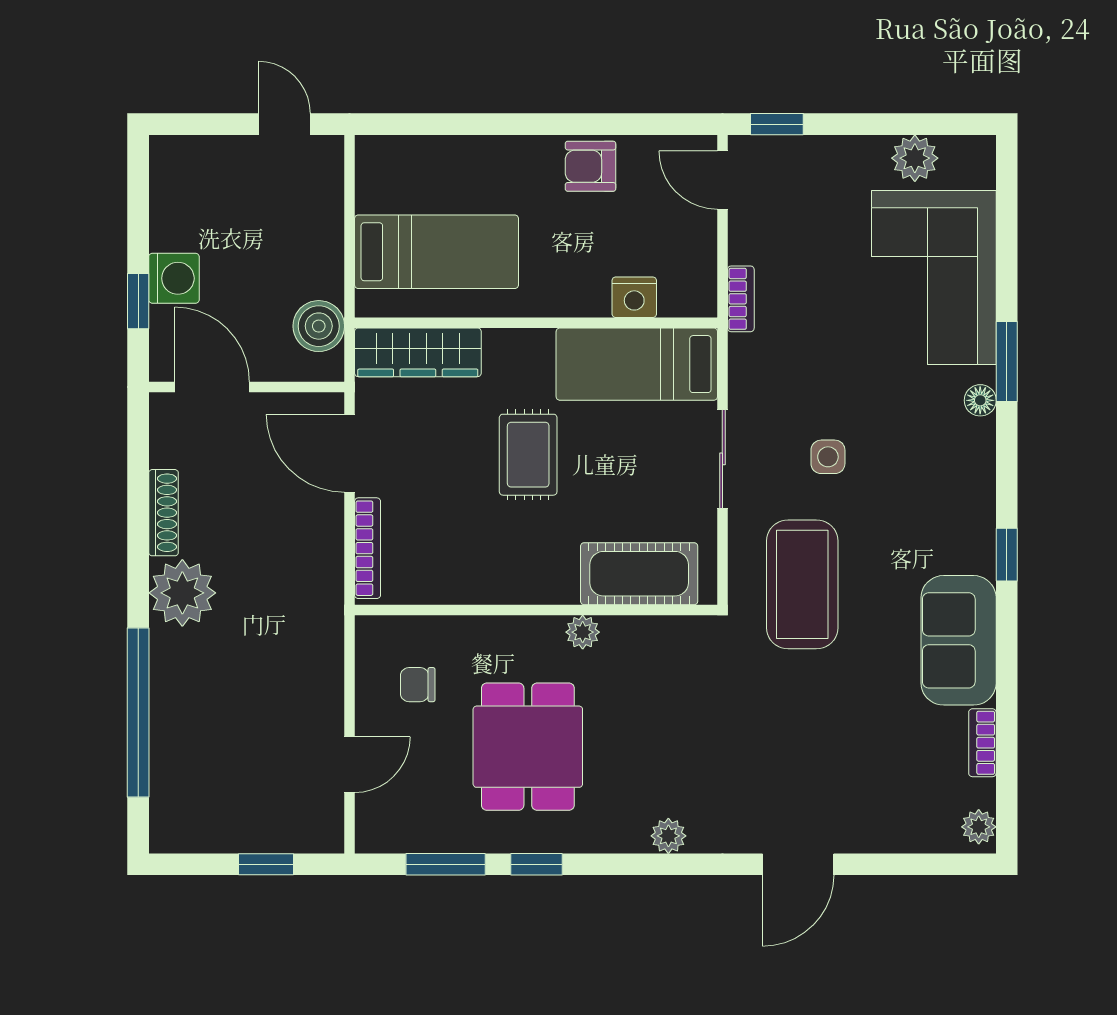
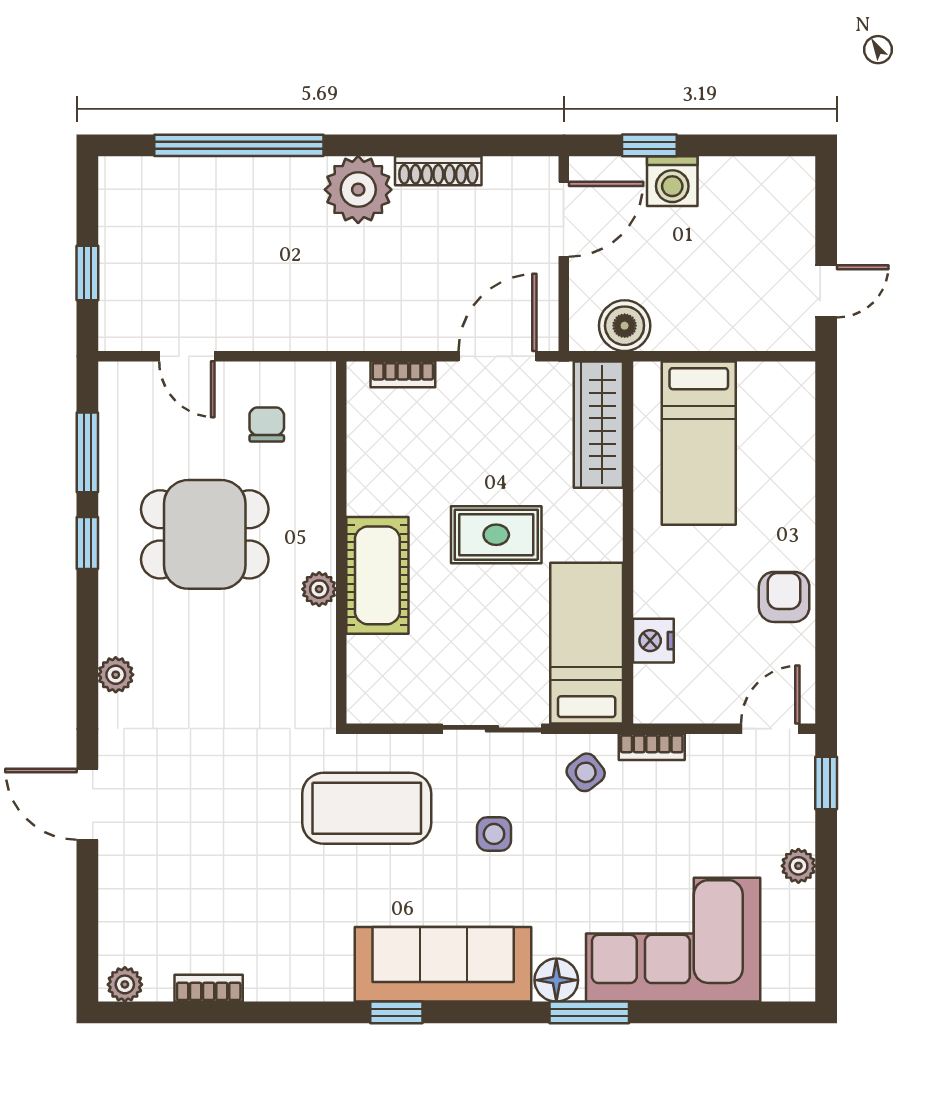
plant: (915, 158) -> (798, 866), moved, width x0.73, depth x0.73
side table: (766, 365) -> (586, 772), added
floor lamp: (980, 400) -> (556, 980), width x1.37, depth x1.37
bookcase: (368, 548) -> (403, 374), width x0.64
cot: (639, 574) -> (377, 575), moved
sofa: (959, 640) -> (443, 964), moved, width x1.36

